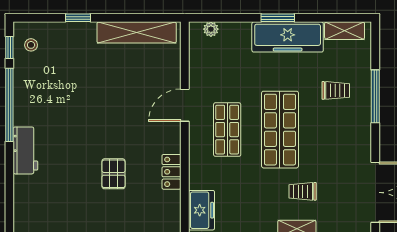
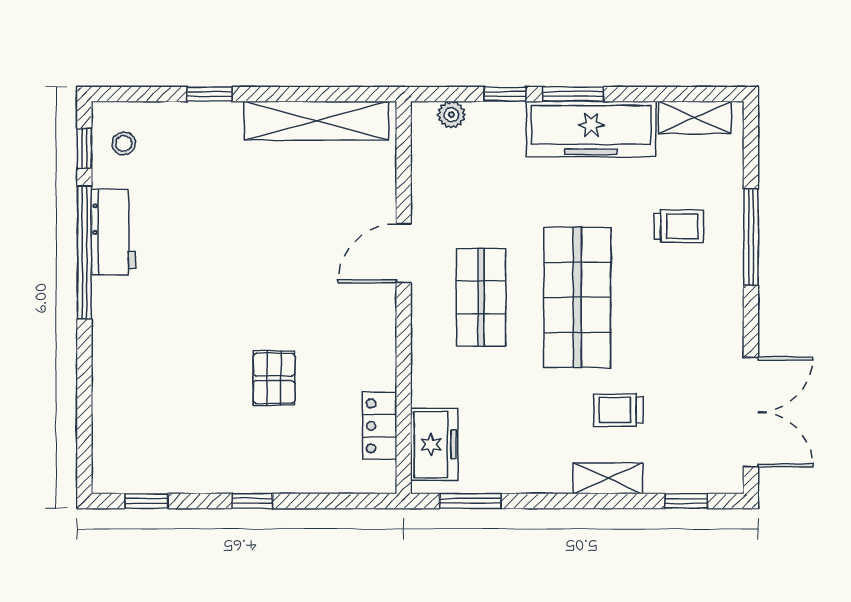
window: (240, 18) -> (505, 94), added
workbench: (25, 150) -> (114, 232), moved
locker: (171, 172) -> (380, 426), moved

